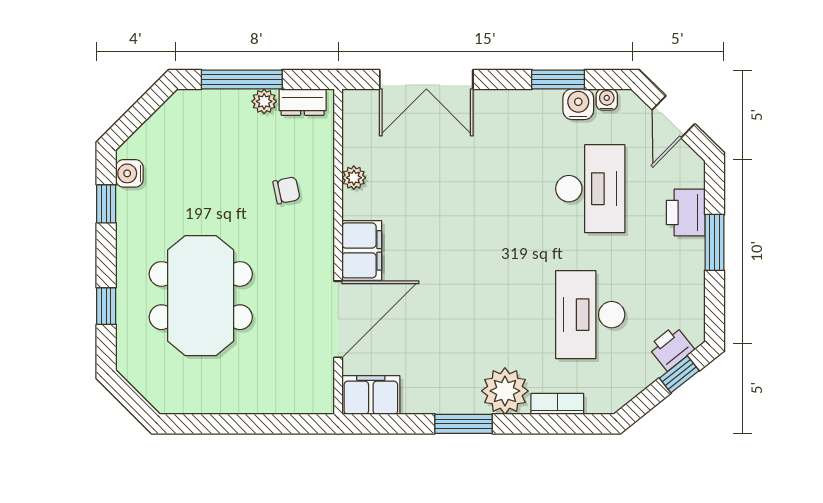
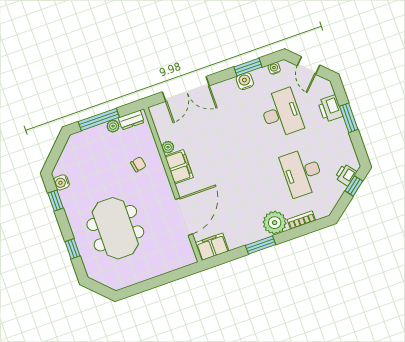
water cooler: (578, 104) -> (245, 81), moved
filing cabinet: (362, 250) -> (179, 167), moved

